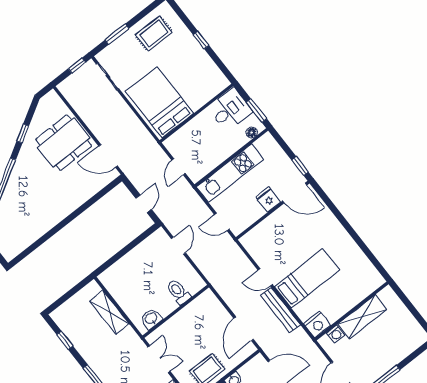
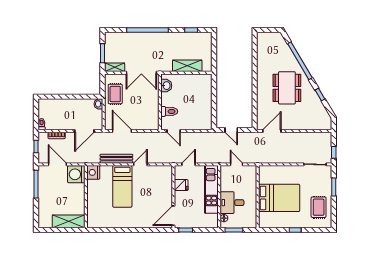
bed: (159, 102) -> (279, 198), moved
desk: (230, 110) -> (232, 203), moved, turned 90
dining table: (64, 143) -> (287, 88), moved
fridge: (268, 199) -> (181, 185), moved
door: (179, 246) -> (174, 131), moved
shelving: (362, 317) -> (69, 221), moved, turned 90
washing machine: (336, 334) -> (76, 174), width x1.89, depth x1.89
double door: (159, 359) -> (141, 73), width x1.37

